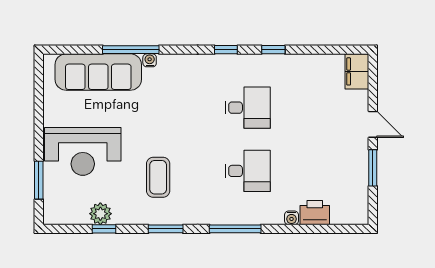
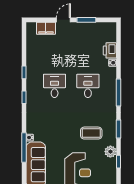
filing cabinet: (357, 71) -> (46, 28), moved
plant: (100, 214) -> (110, 152), moved

